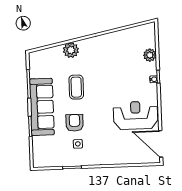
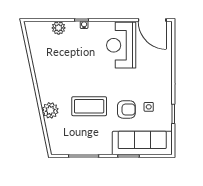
coffee table: (76, 87) -> (89, 106), width x1.36, depth x1.32
sofa: (42, 107) -> (142, 143), moved
armchair: (75, 123) -> (126, 110), turned 180
door: (161, 144) -> (152, 20), hinge flipped

